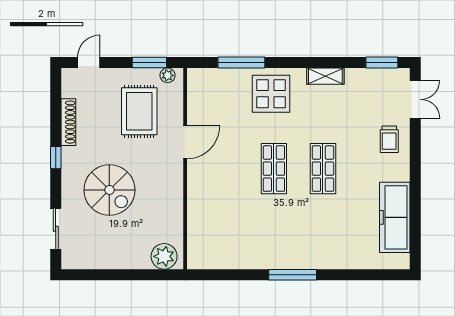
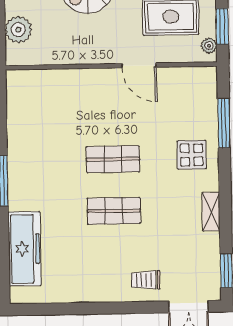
display table: (271, 94) -> (192, 155), width x0.73, depth x0.73
freezer: (395, 217) -> (24, 249), moved, turned 90
plant: (164, 256) -> (18, 30), moved

